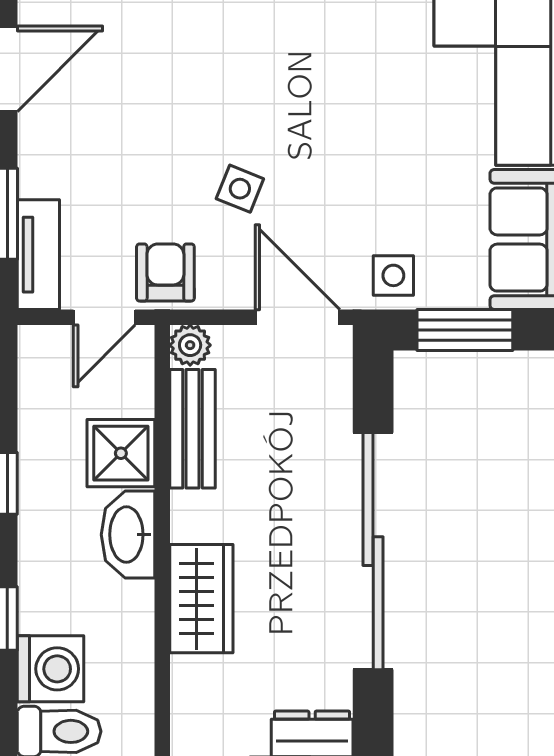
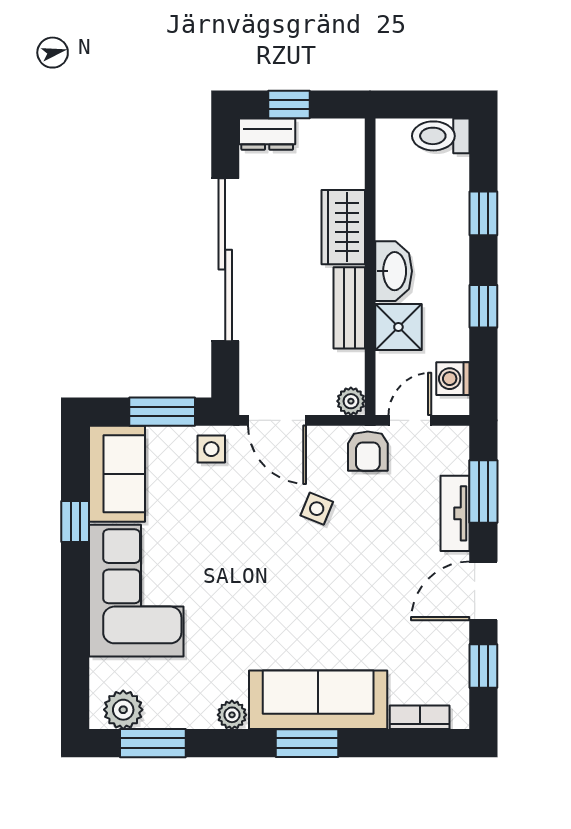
tv unit: (38, 255) -> (455, 513), moved
bench: (192, 429) -> (349, 308), moved
washing machine: (51, 669) -> (453, 379), moved, width x0.73, depth x0.73

